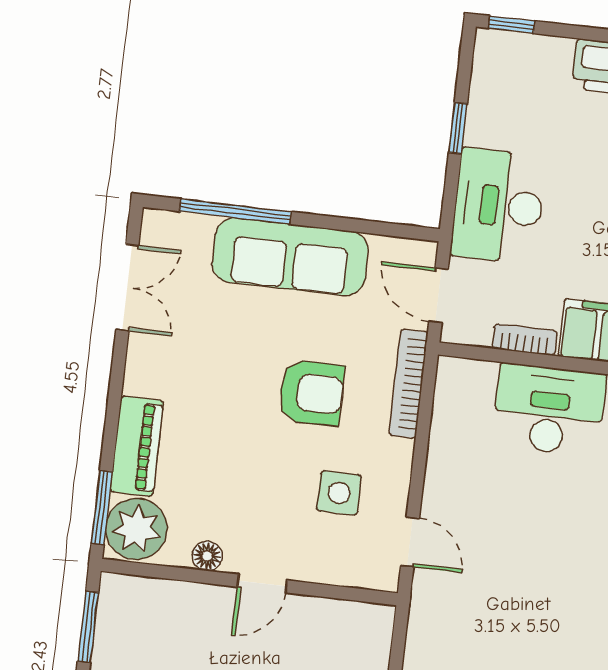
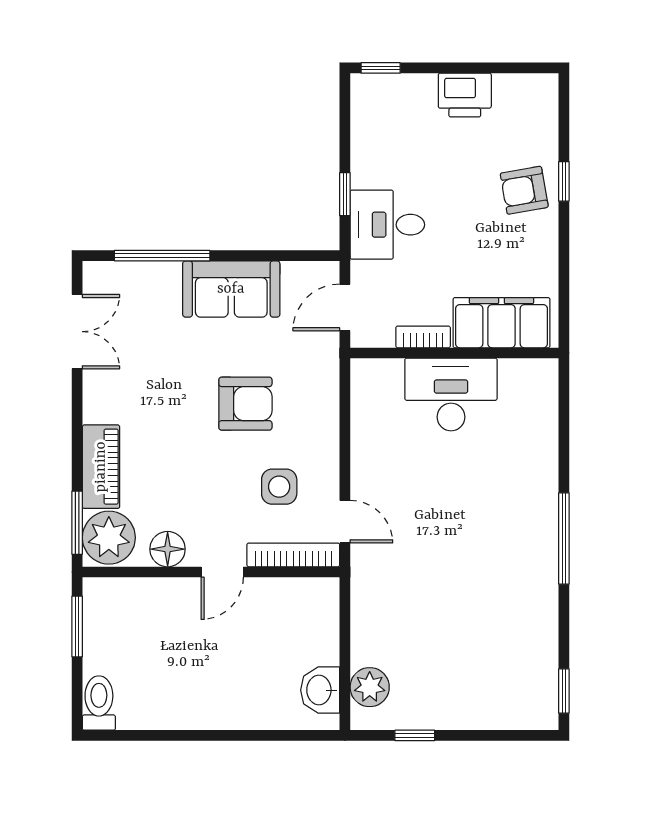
window: (458, 128) -> (345, 194), moved
desk: (498, 206) -> (387, 225), width x0.73
sofa: (290, 257) -> (231, 289), width x0.73
door: (439, 295) -> (345, 307), hinge flipped
bookcase: (408, 384) -> (293, 555), moved, turned 90
floor lamp: (207, 556) -> (168, 549), width x1.37, depth x1.37

